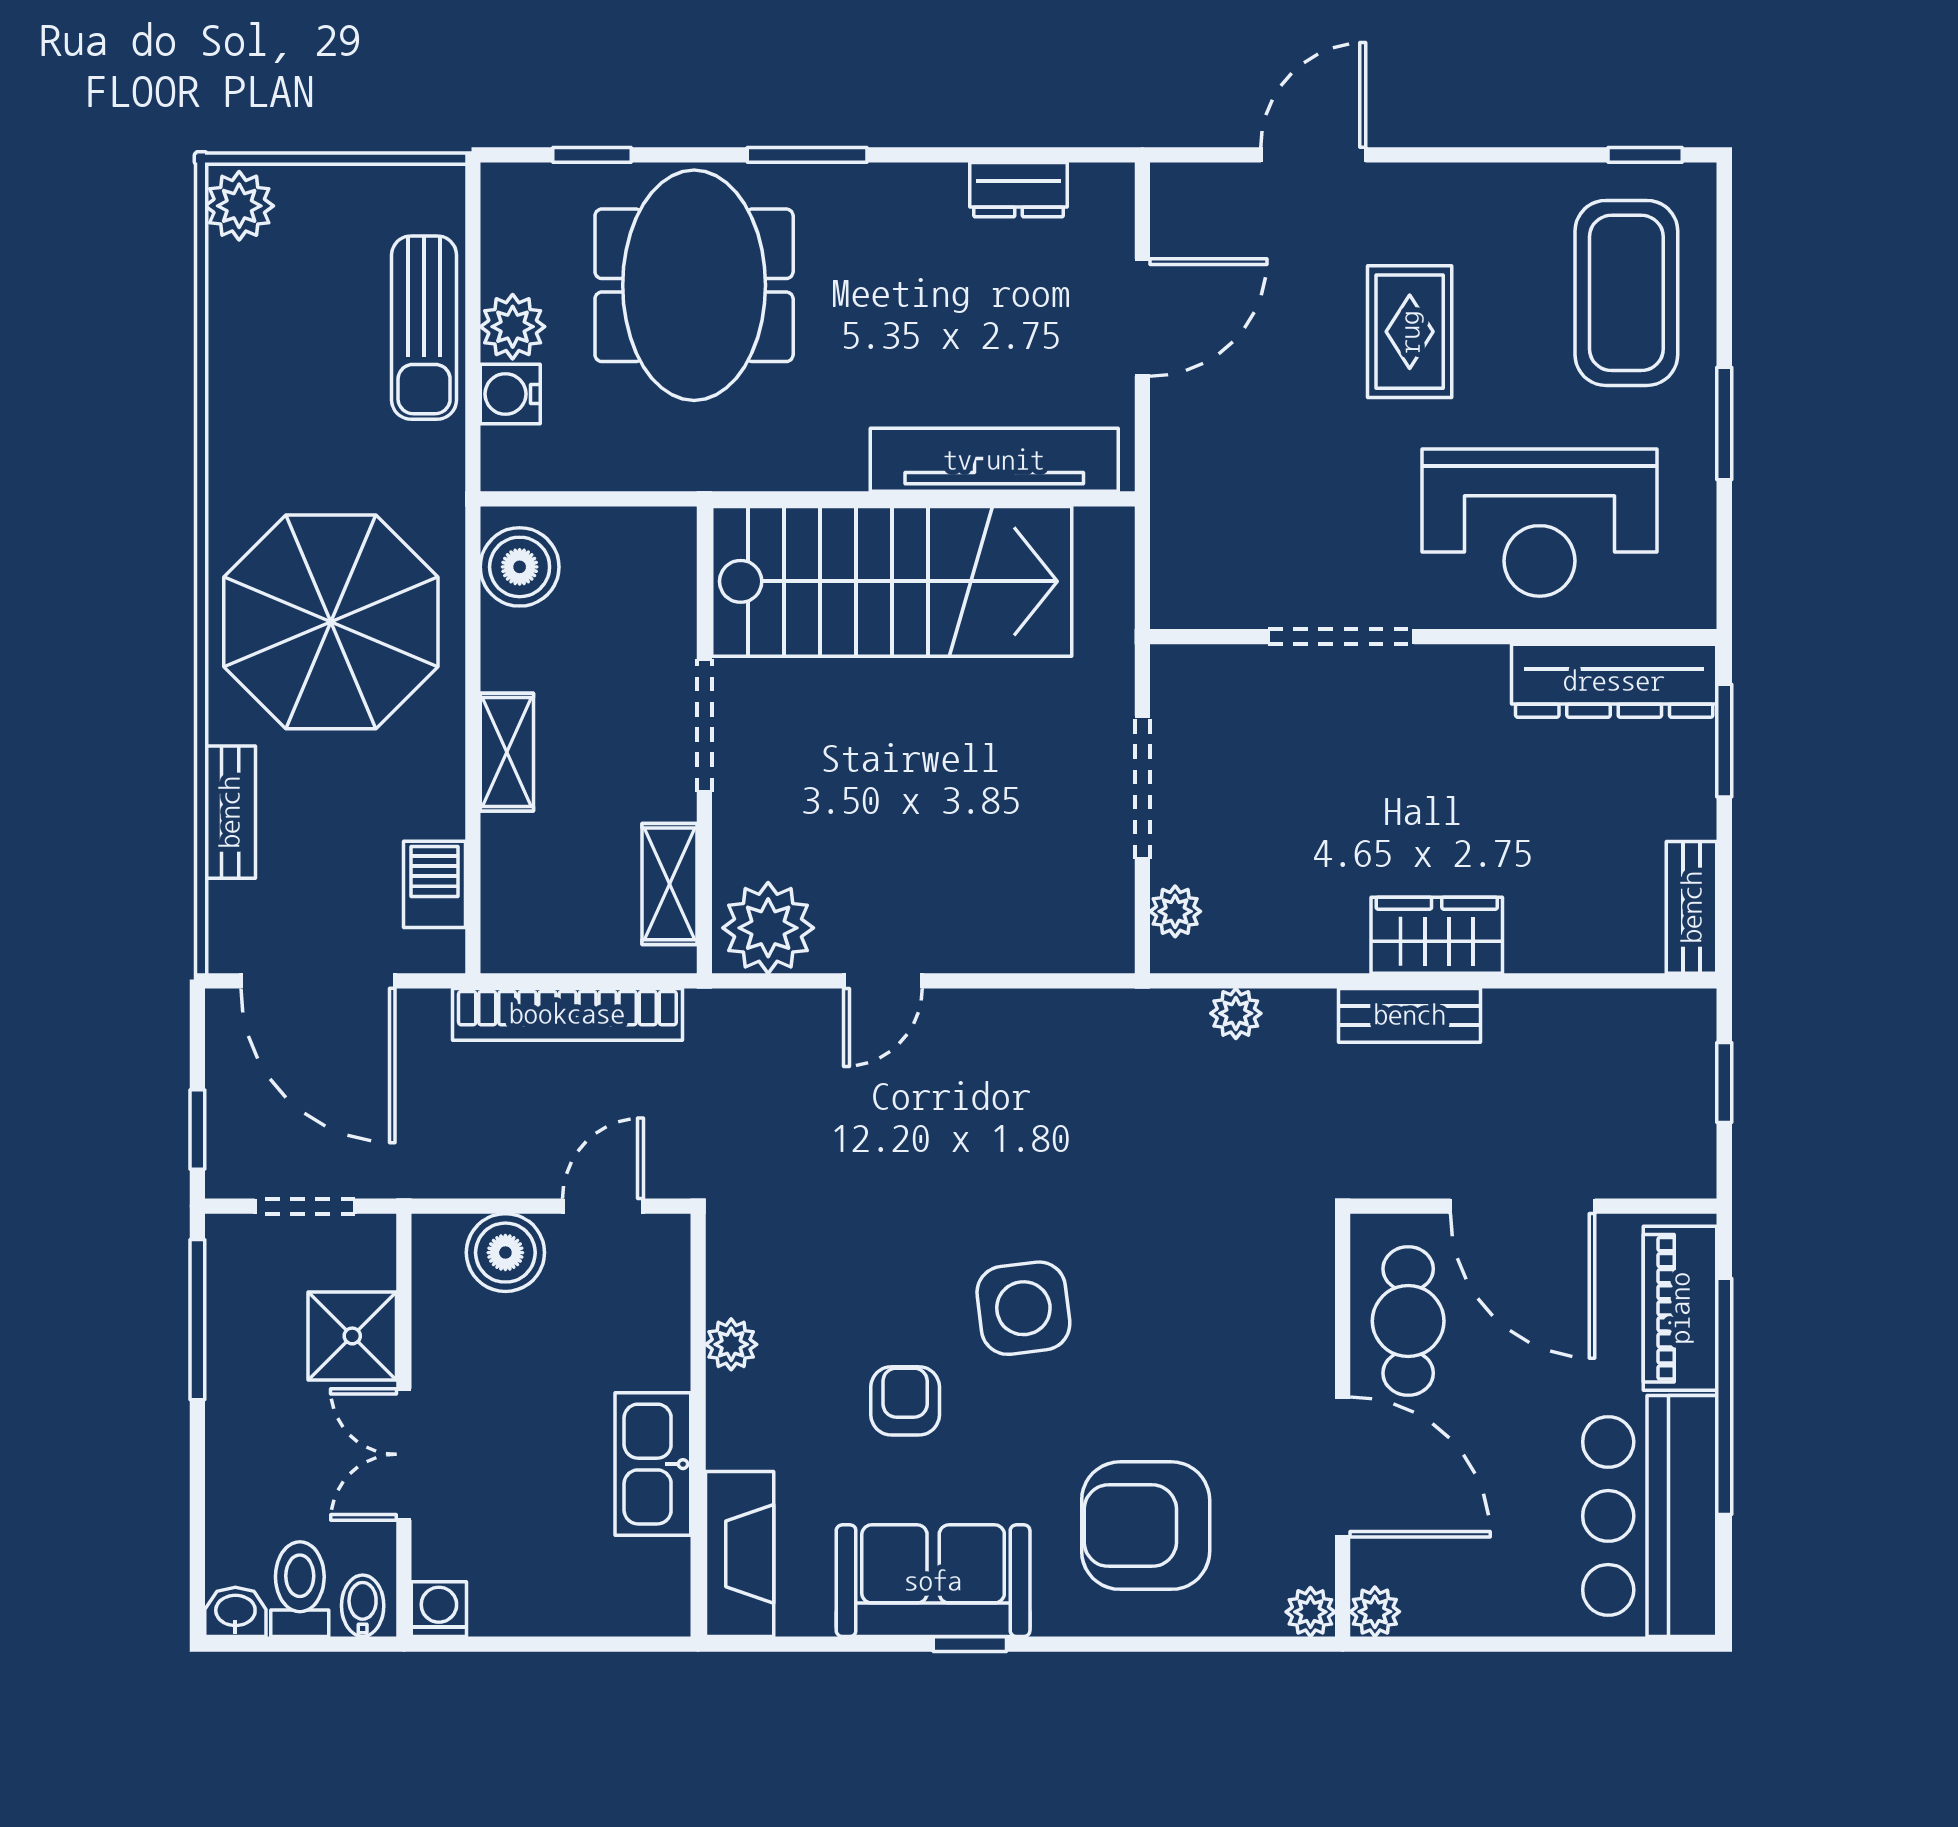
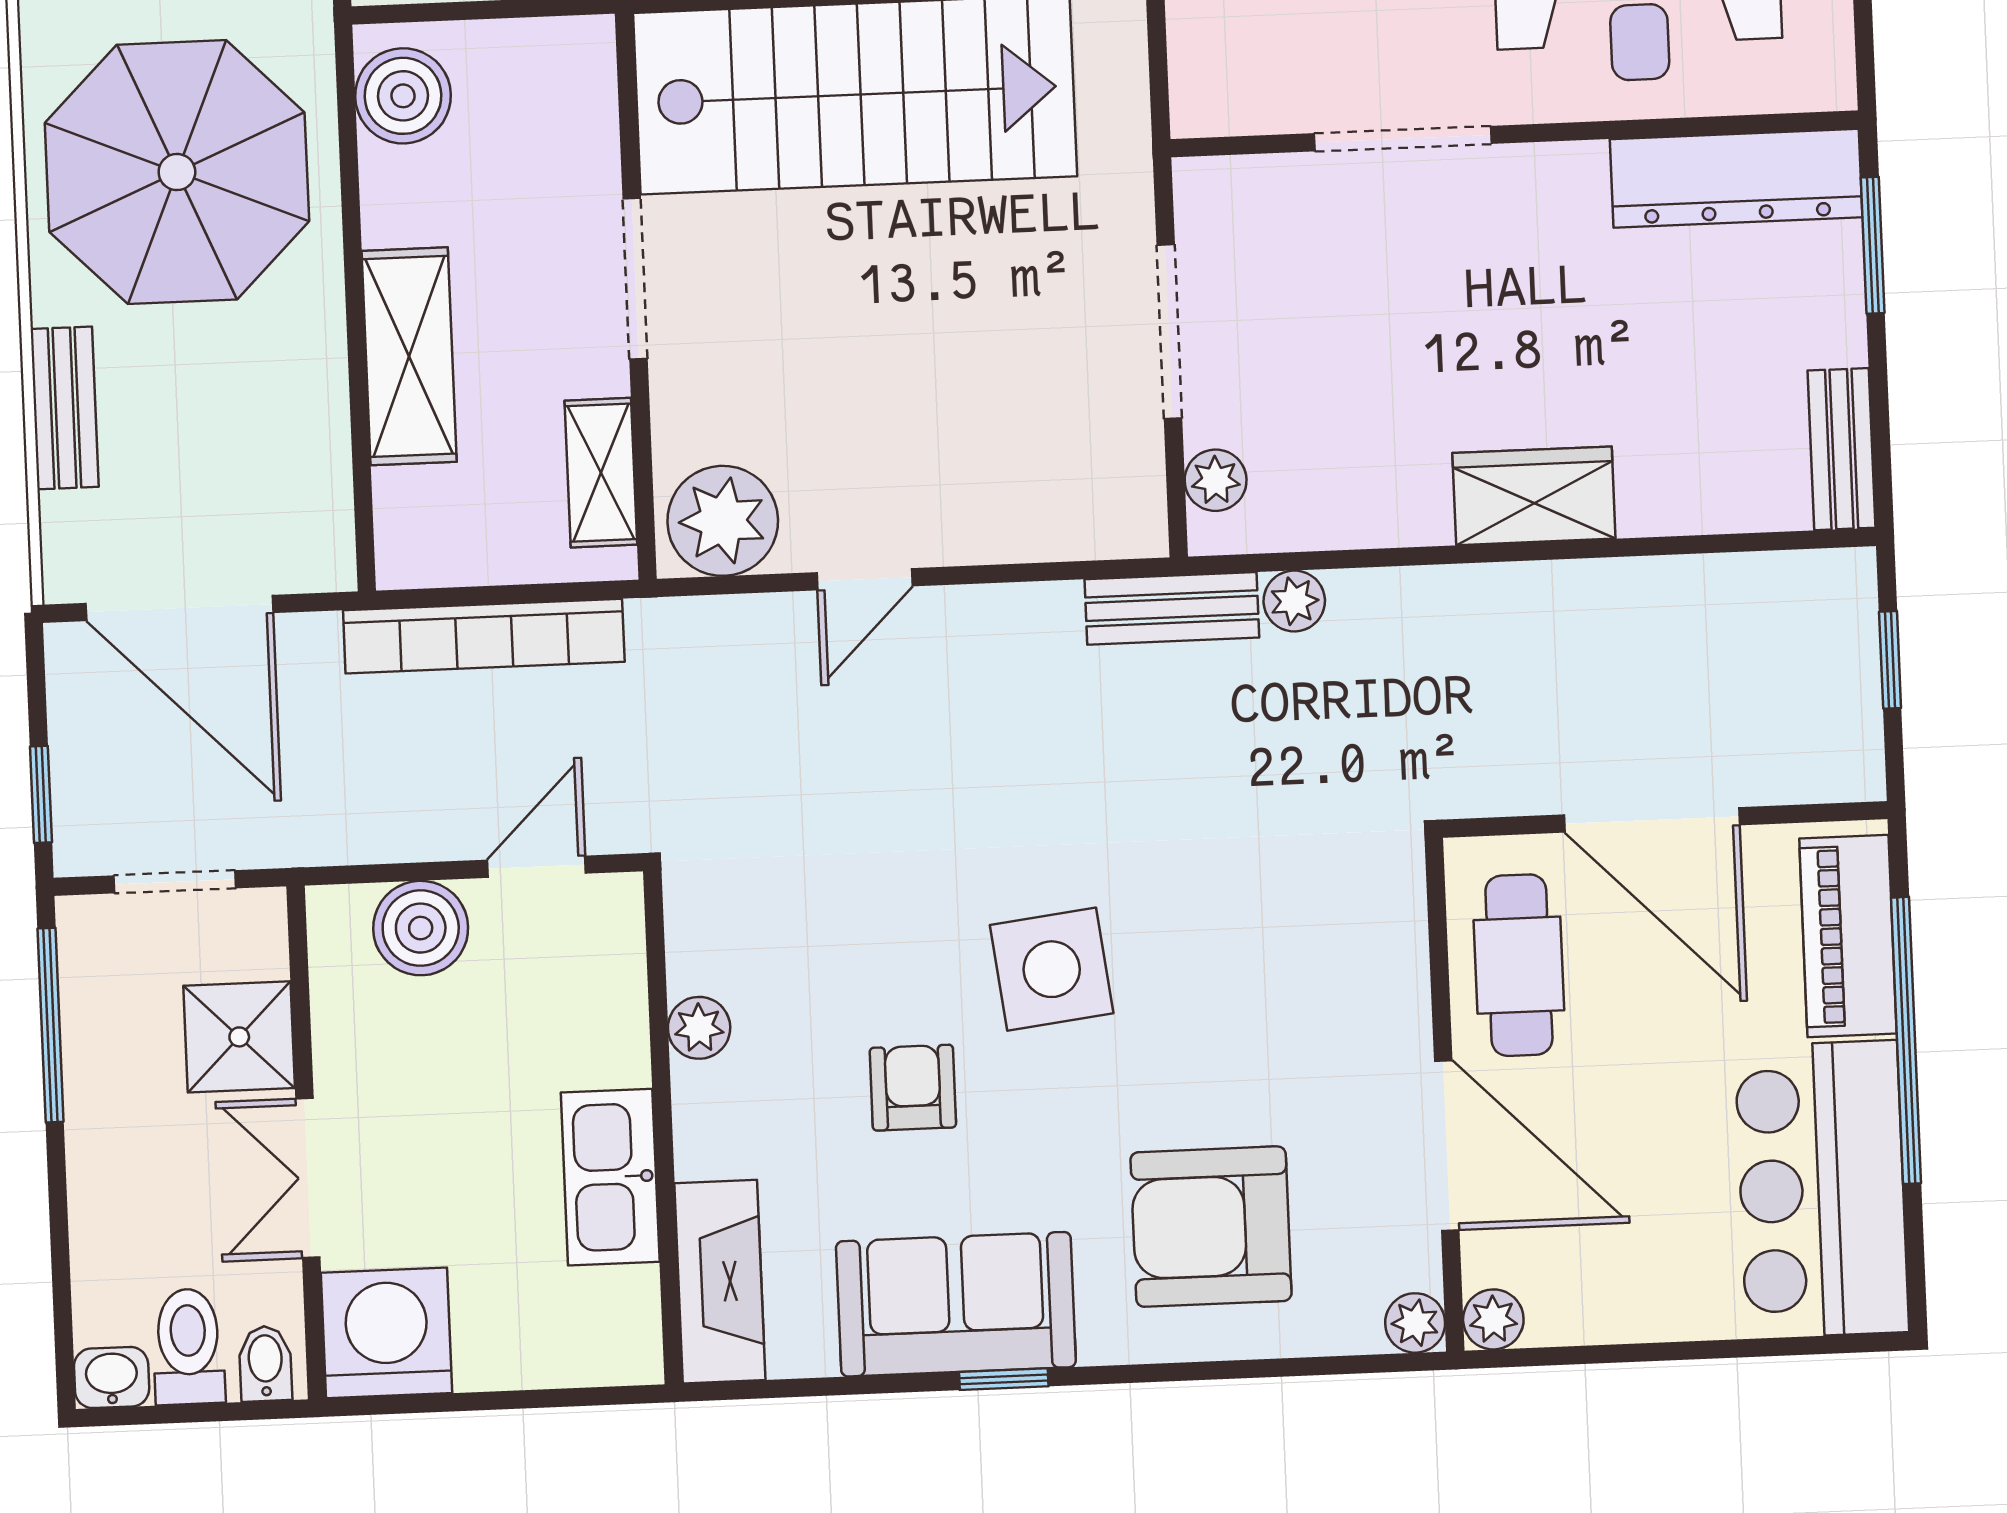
shelving: (507, 752) -> (409, 356), width x1.50, depth x1.33
barbecue: (434, 884) -> (316, 485), removed
bench: (1410, 1015) -> (1172, 608), moved
washing machine: (439, 1609) -> (386, 1333), width x1.89, depth x1.89

